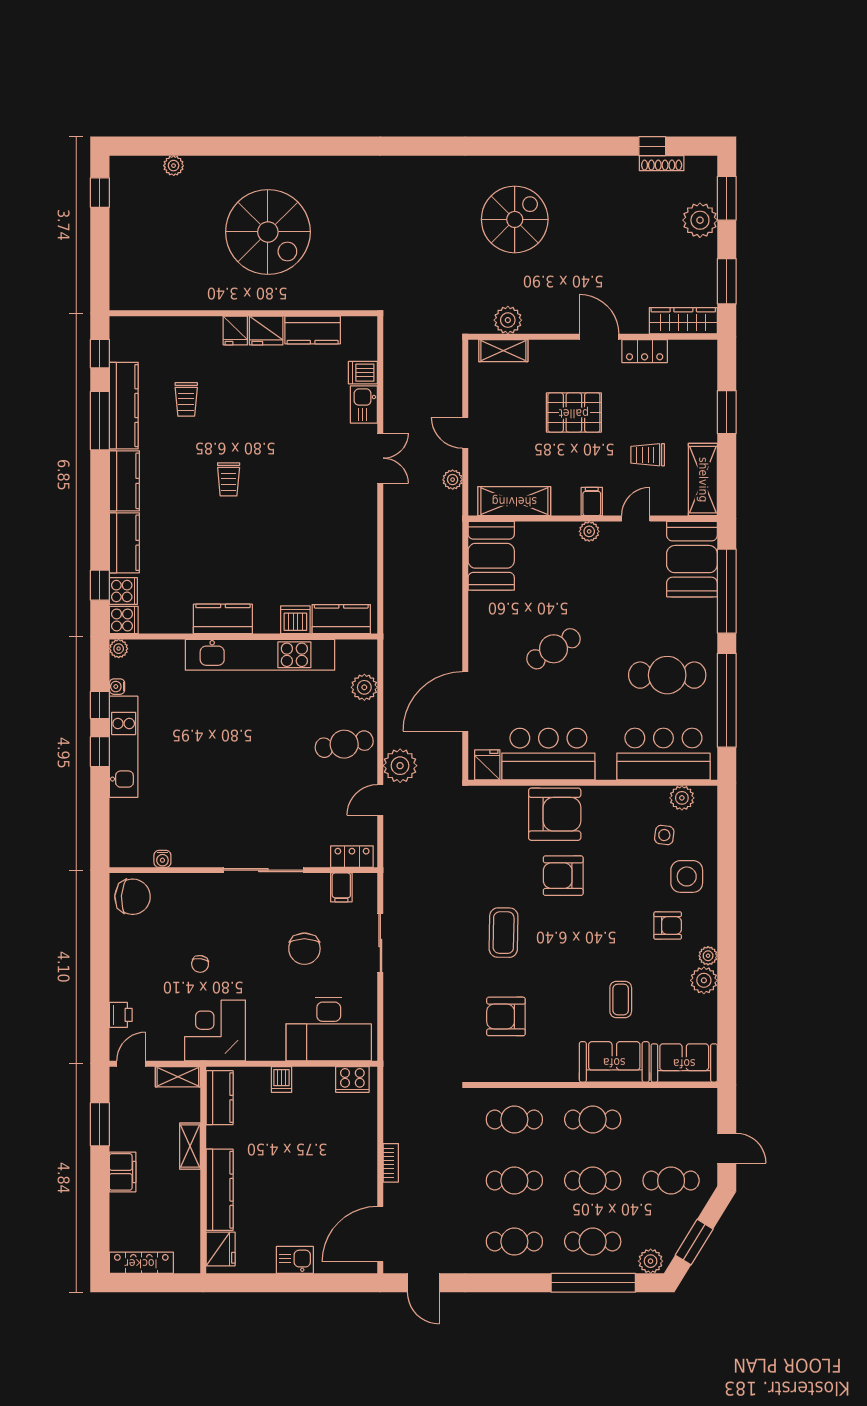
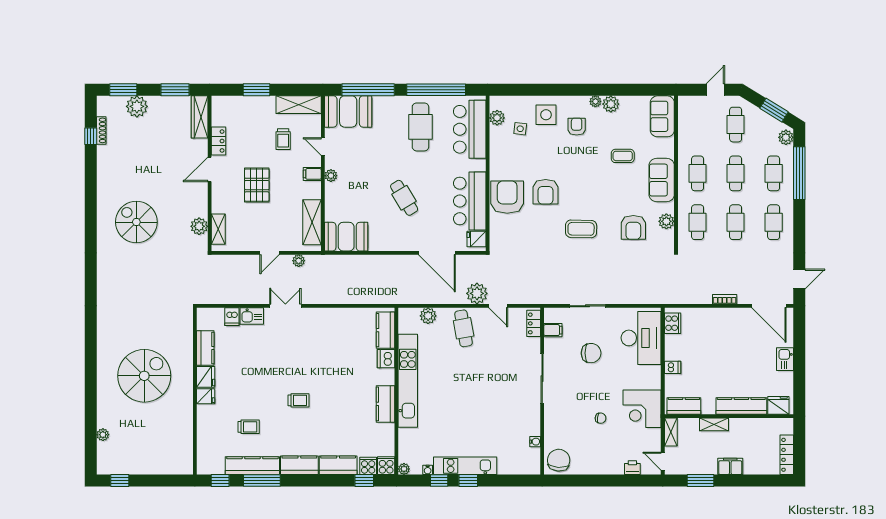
sofa: (614, 1062) -> (662, 180), moved
plant: (516, 1069) -> (666, 221), added

